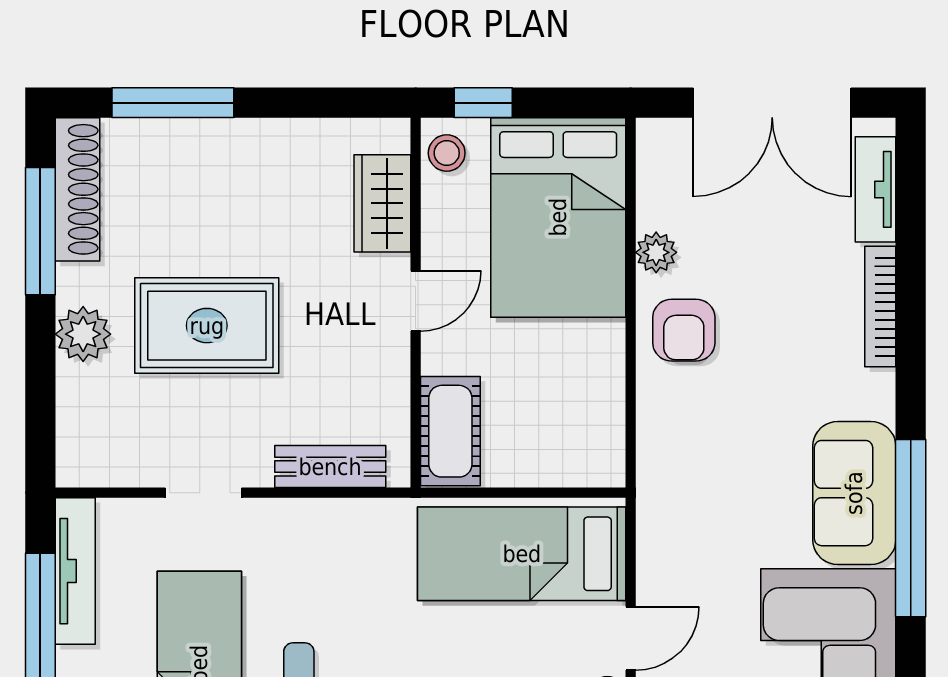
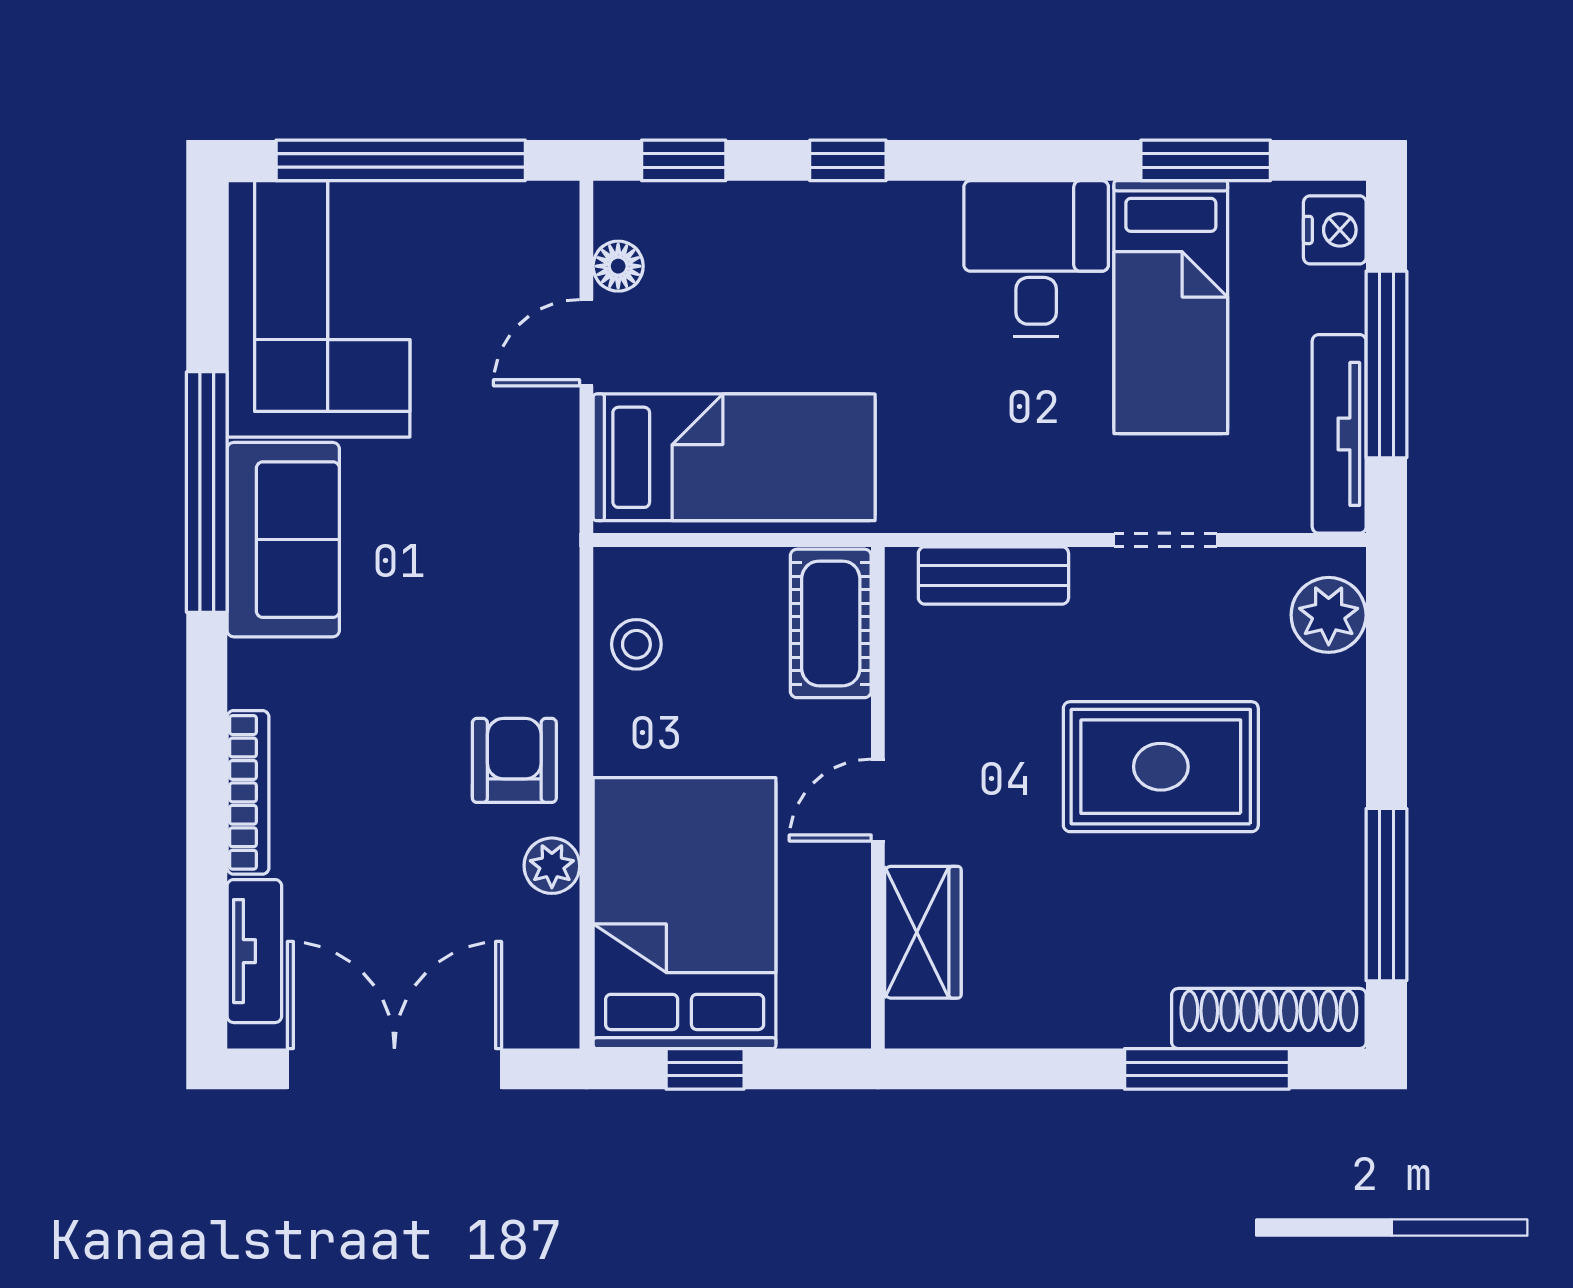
window: (483, 103) -> (705, 1069), moved
stool: (447, 153) -> (636, 644), moved
shoe rack: (78, 189) -> (1269, 1018), moved, turned 90
plant: (83, 334) -> (1329, 615), moved

